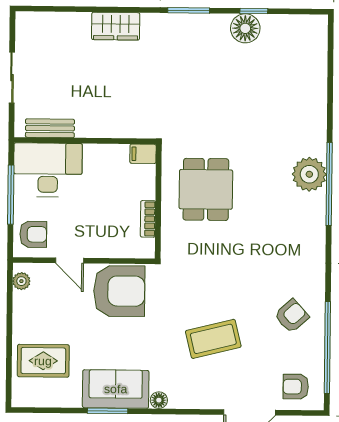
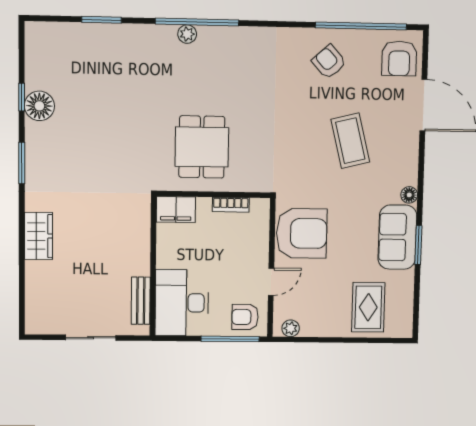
window: (330, 90) -> (101, 20), added
filing cabinet: (143, 154) -> (176, 209), width x2.00
plant: (309, 174) -> (187, 34), width x0.53, depth x0.53
dining table: (206, 189) -> (202, 147), turned 90
window: (11, 195) -> (230, 339), moved
armchair: (33, 234) -> (245, 317), turned -90
armchair: (119, 291) -> (302, 233), turned 90
armchair: (296, 387) -> (399, 58), width x1.38, depth x1.38

